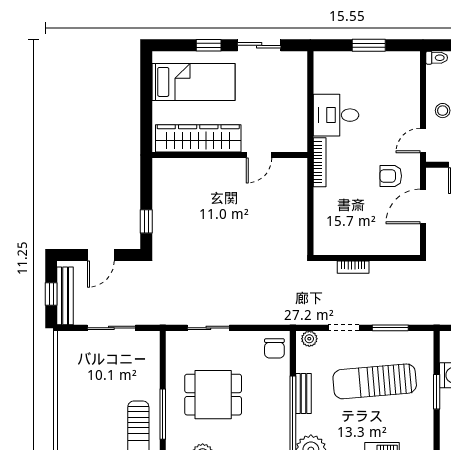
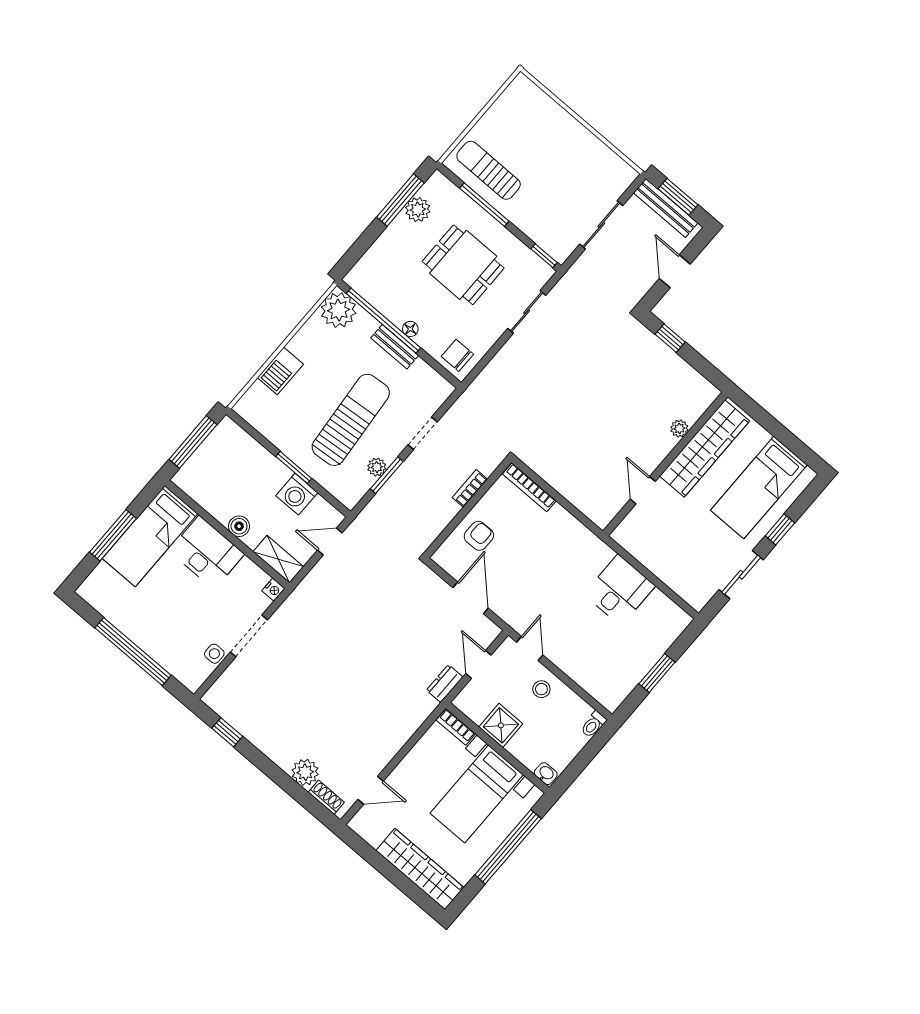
bookcase: (320, 162) -> (529, 487), moved
plant: (199, 165) -> (679, 428), added
armchair: (391, 176) -> (479, 536), moved
window: (51, 294) -> (678, 197), width x1.50
plant: (309, 339) -> (377, 467), moved
window: (163, 348) -> (544, 256), added
floor lamp: (283, 393) -> (410, 329), added
dining table: (213, 395) -> (463, 265), turned 90

